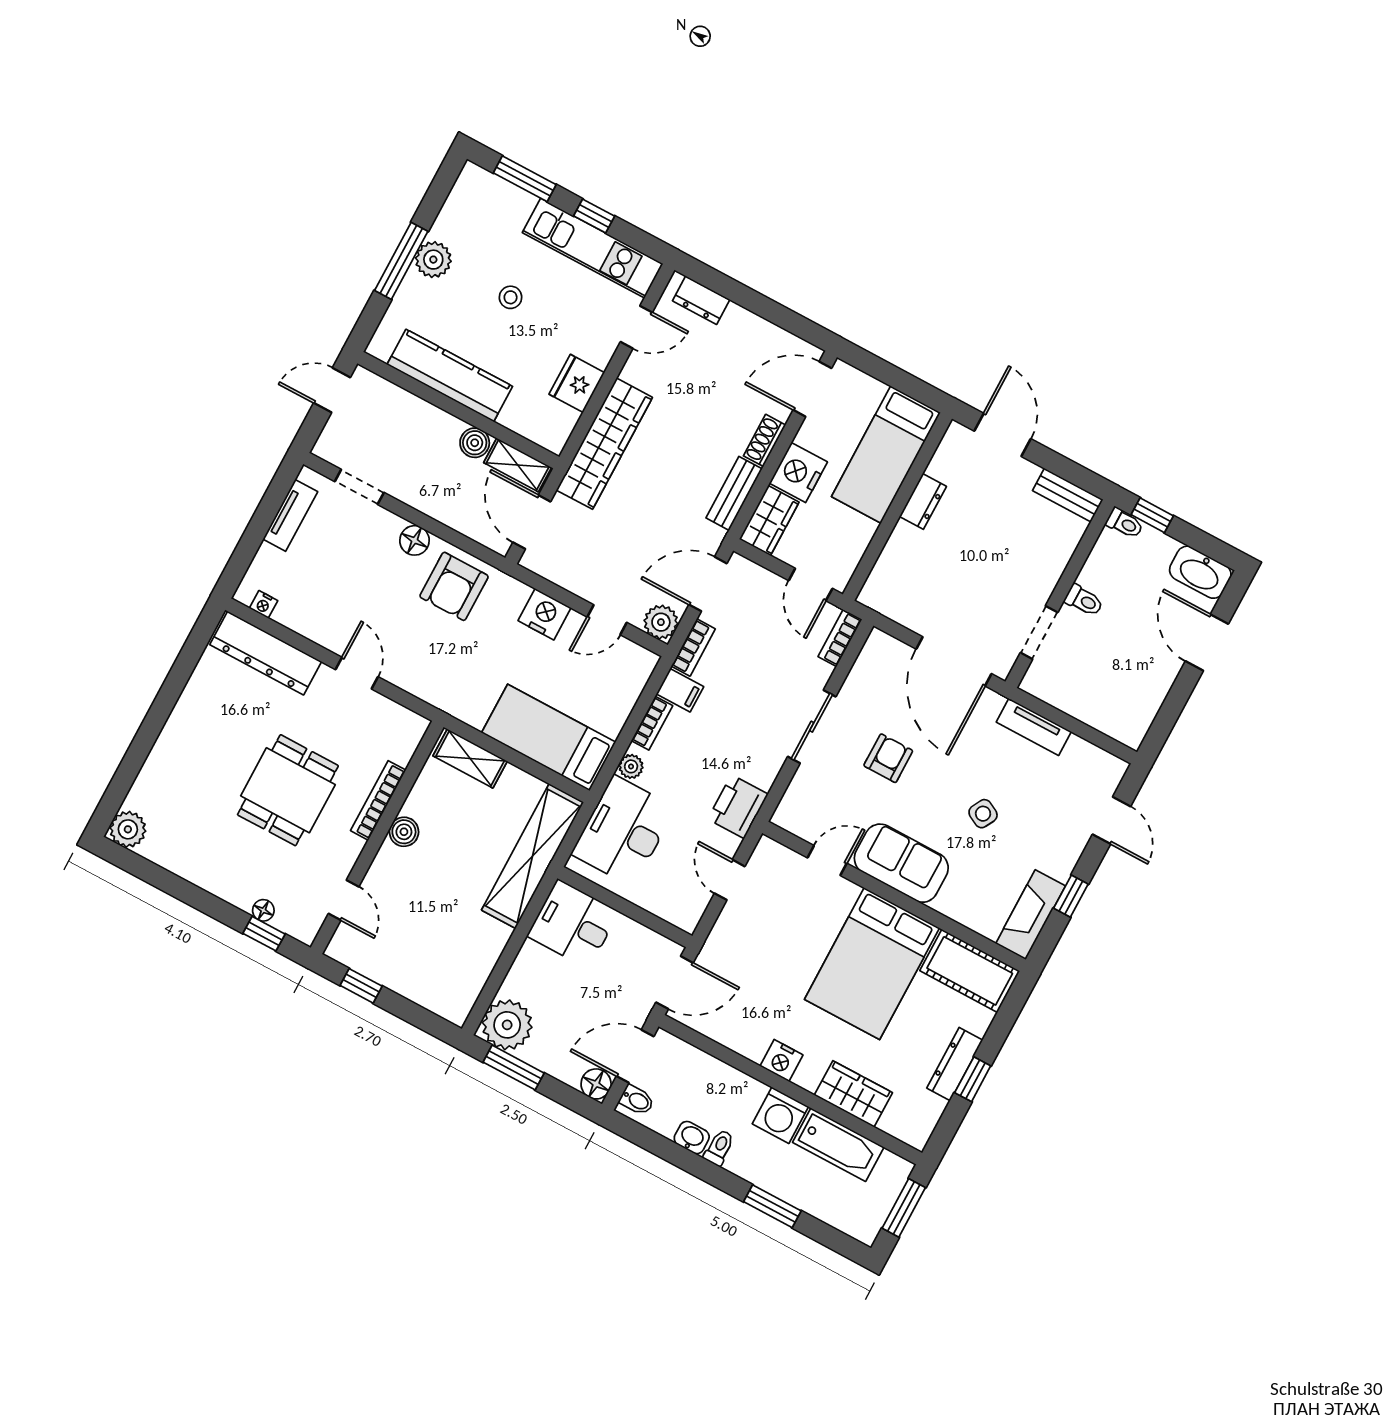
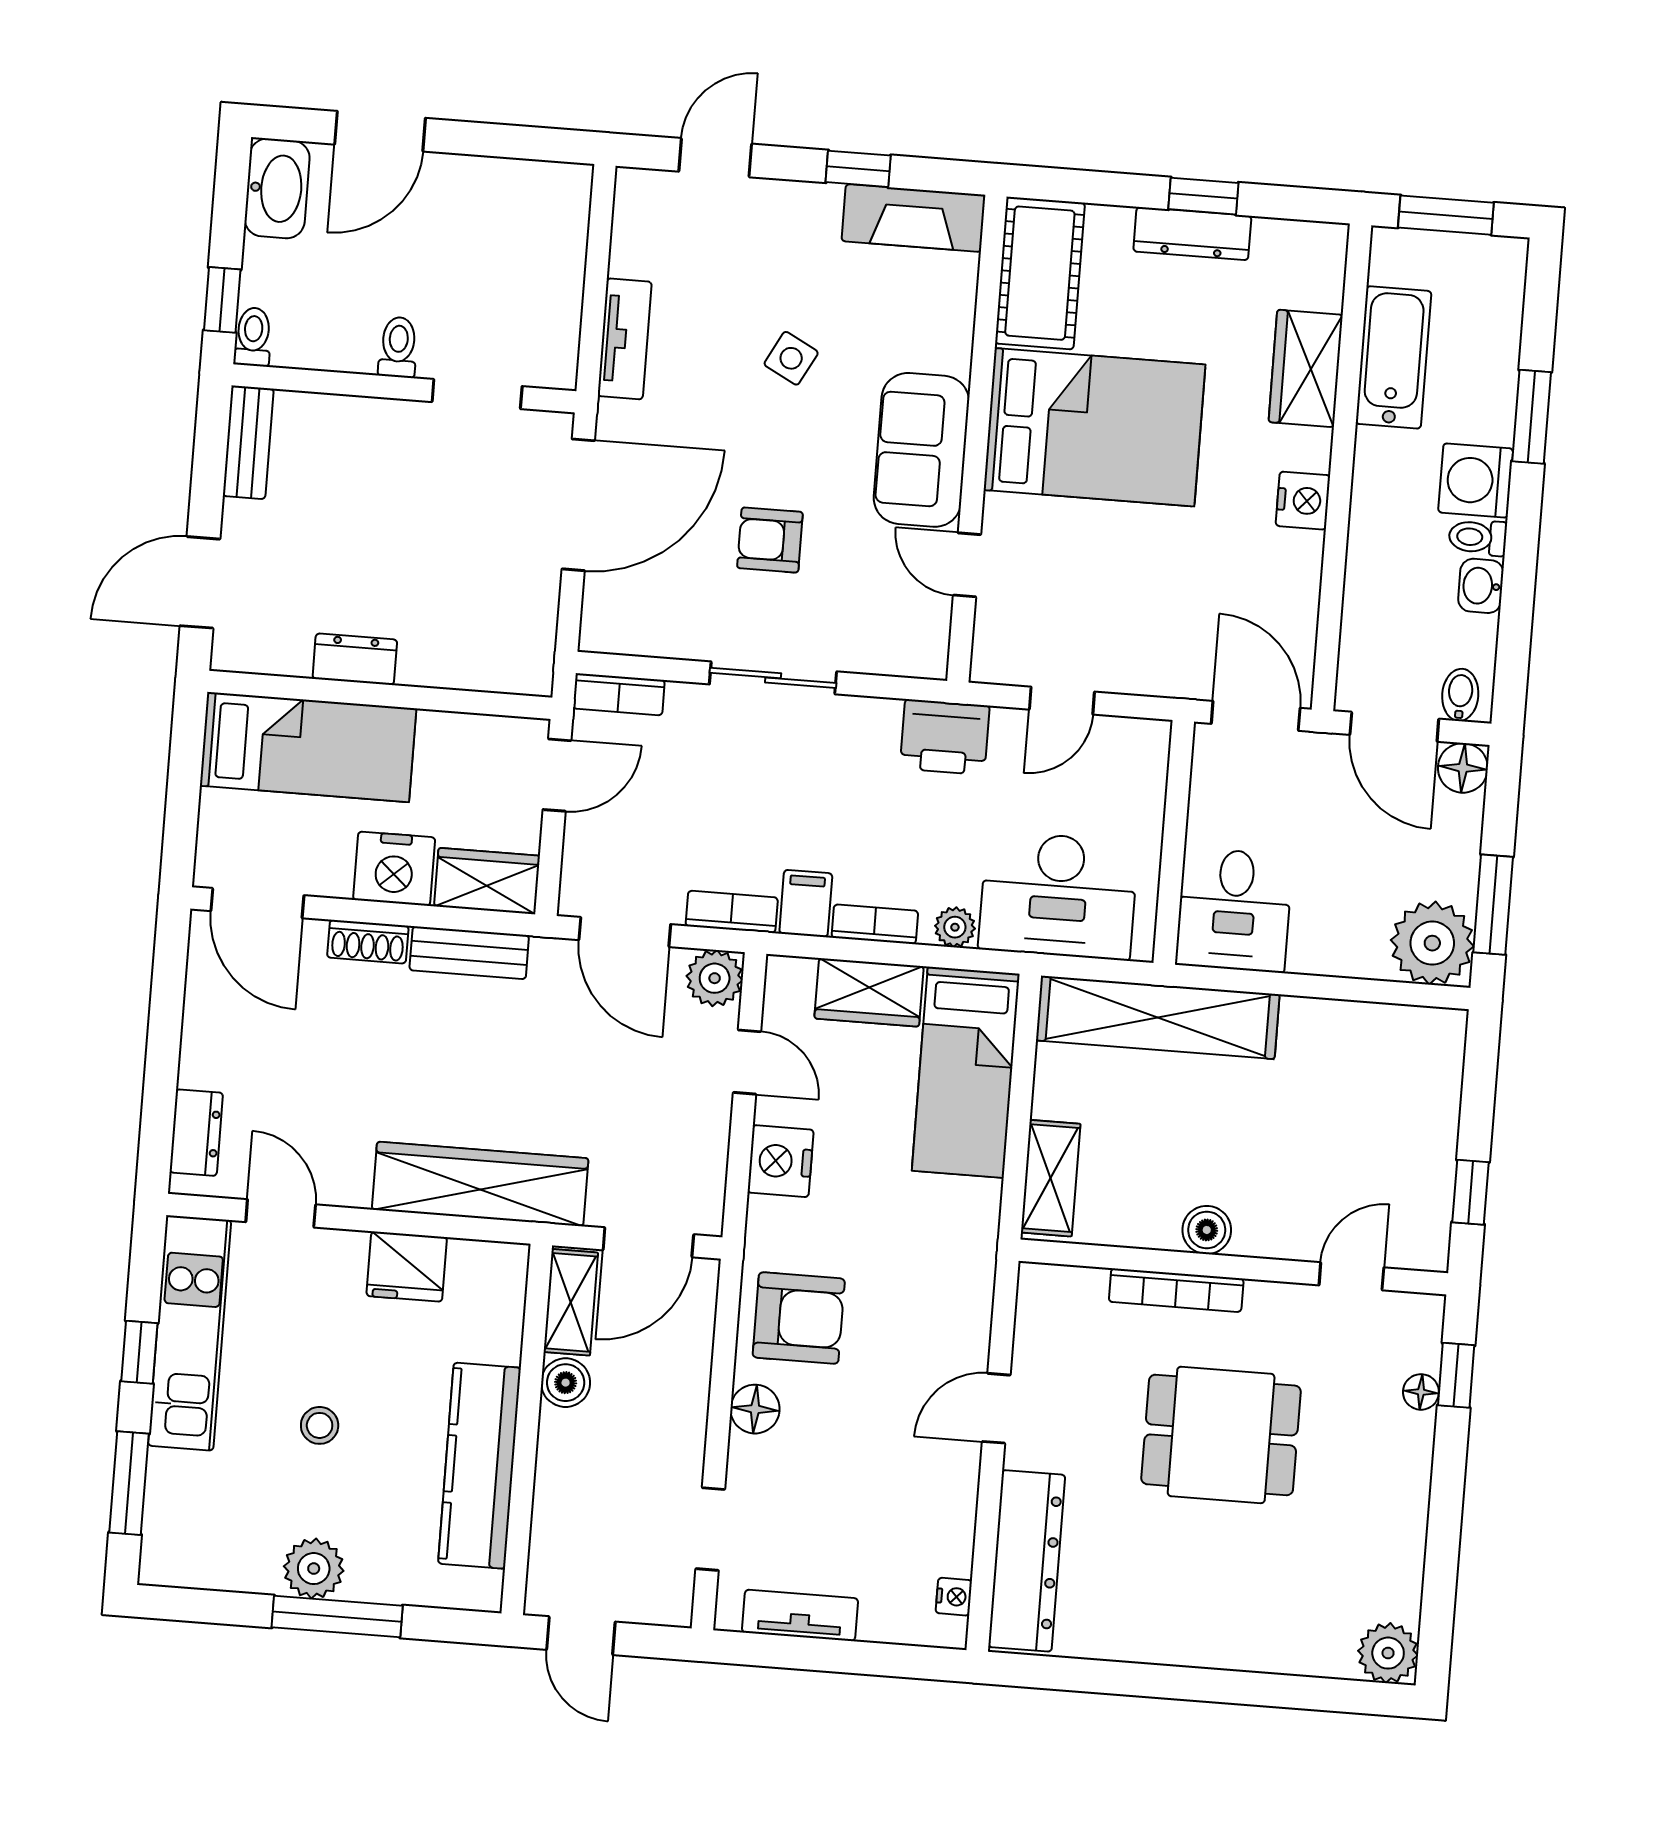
wardrobe: (616, 704) -> (869, 992), added
washing machine: (780, 1115) -> (1476, 480), moved, turned 180

